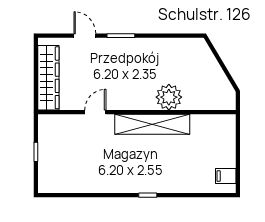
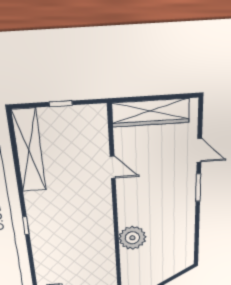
door: (85, 36) -> (199, 150), hinge flipped
shelving: (152, 124) -> (29, 151), moved

